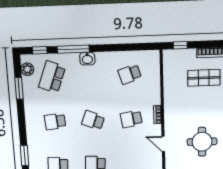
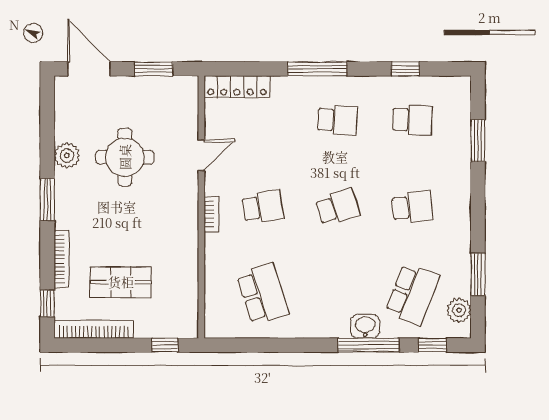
washbasin: (87, 59) -> (365, 326), moved
school desk: (130, 74) -> (263, 294), width x1.85
school desk: (93, 120) -> (338, 207), turned -39
door: (163, 144) -> (201, 155), hinge flipped

